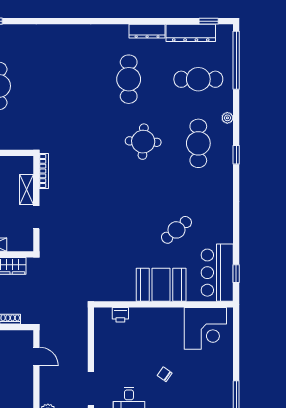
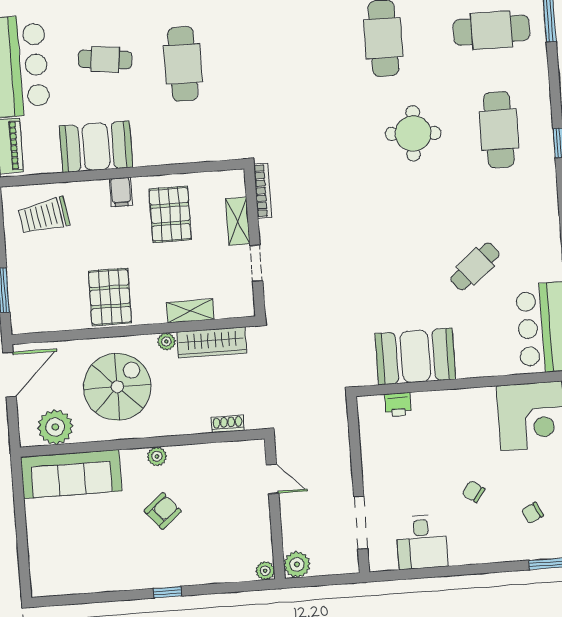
plant: (227, 118) -> (541, 87), removed
booth: (161, 285) -> (415, 356), moved
chair: (201, 391) -> (533, 513), added

